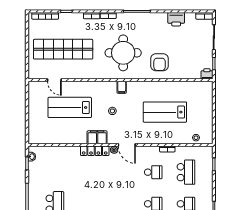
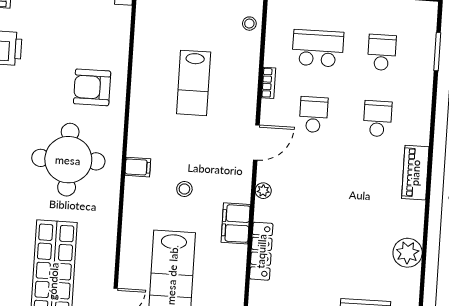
armchair: (160, 62) -> (92, 87), turned 180
lab bench: (165, 112) -> (194, 83), width x0.73, depth x0.72
door: (127, 145) -> (256, 143), moved
locker: (95, 151) -> (261, 251), moved

